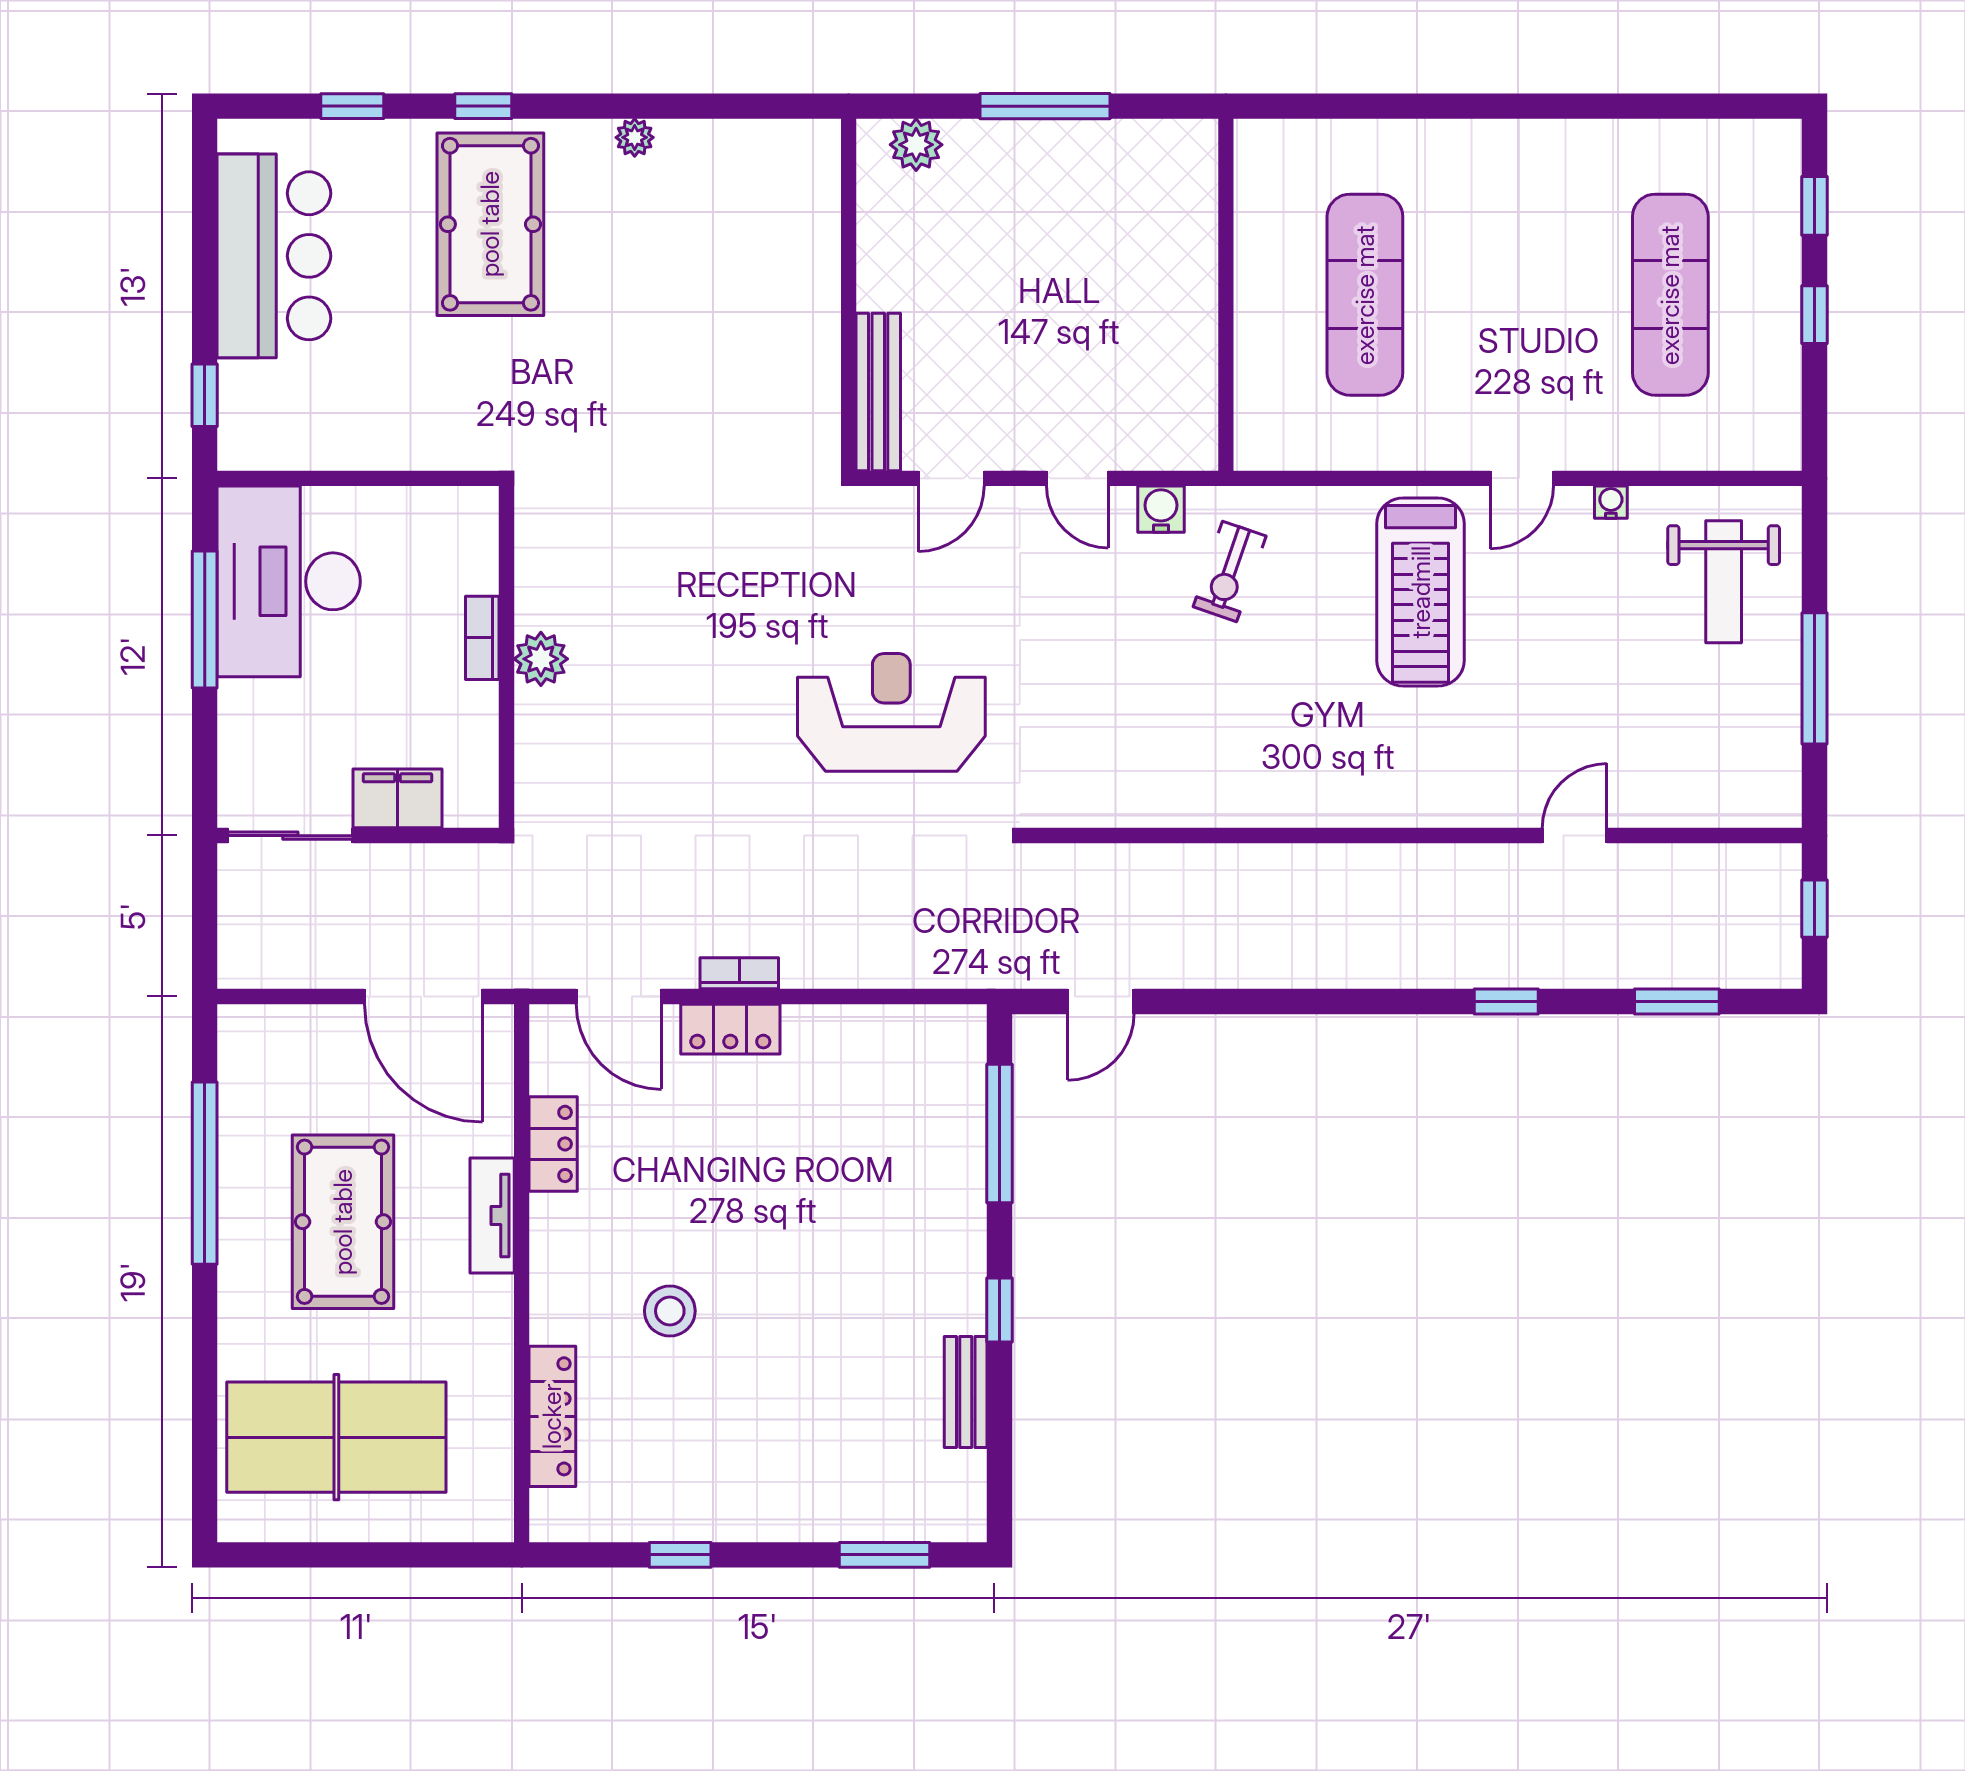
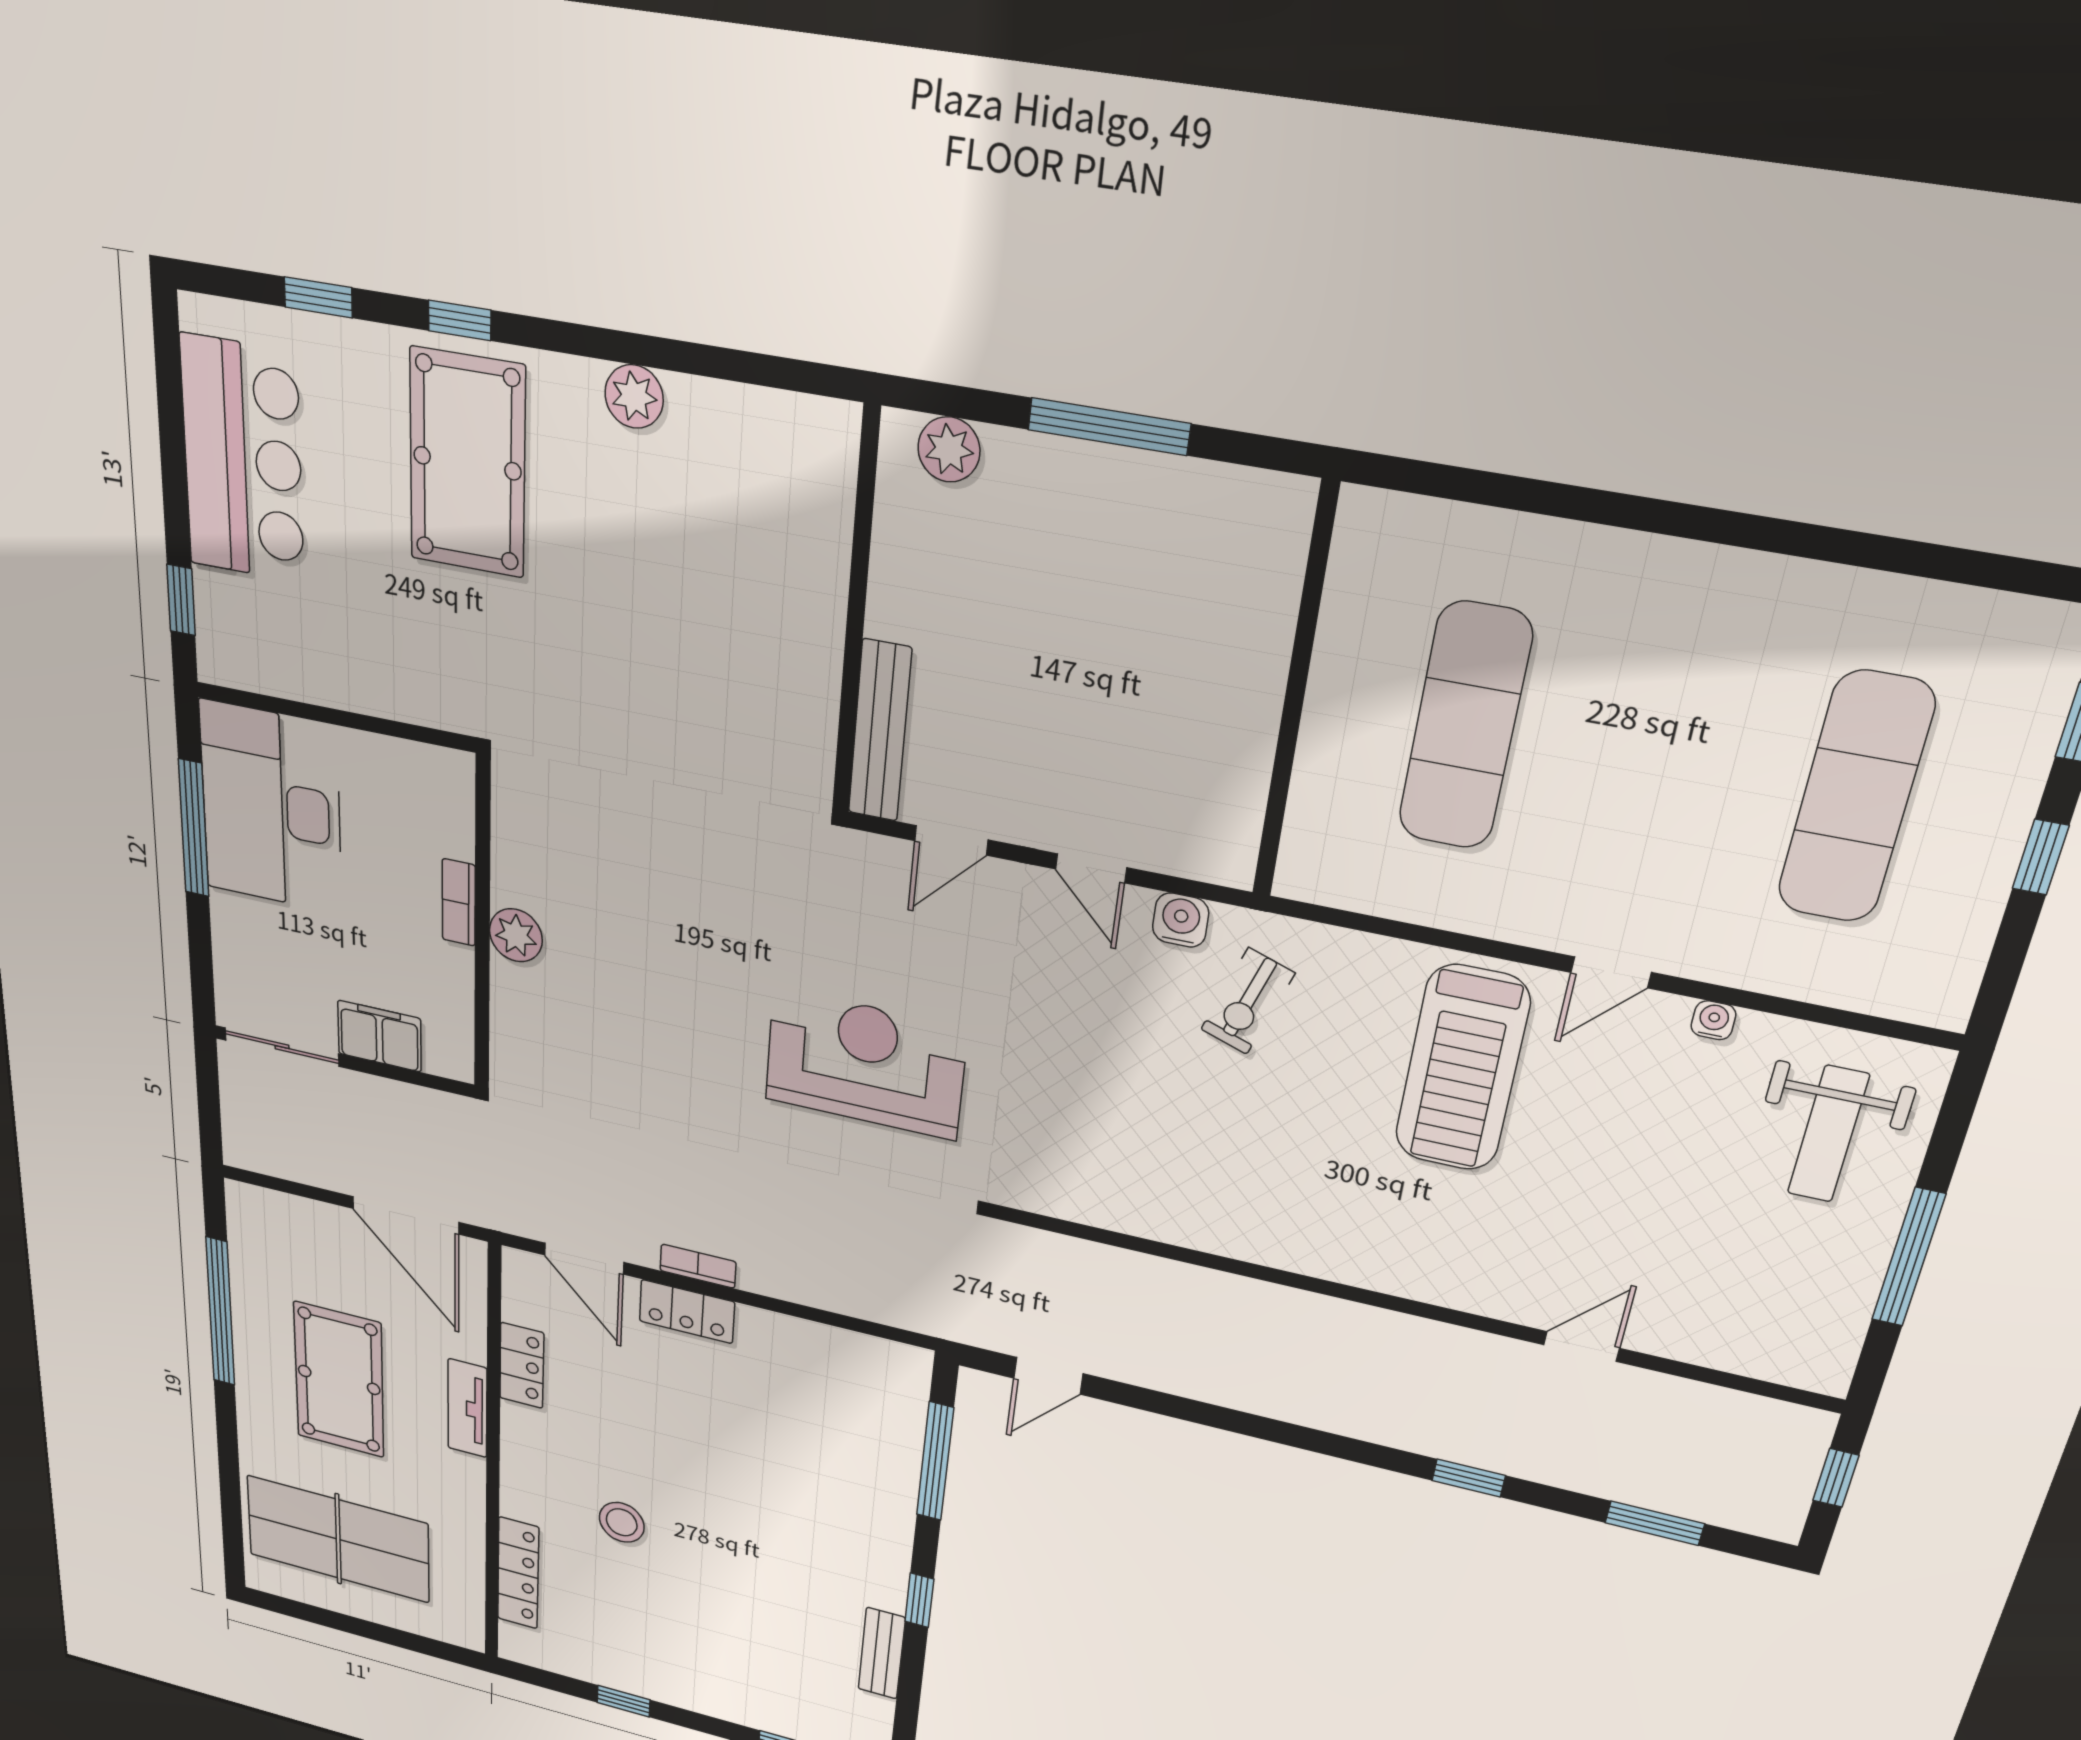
plant: (635, 137) -> (634, 397), width x1.38, depth x1.38

